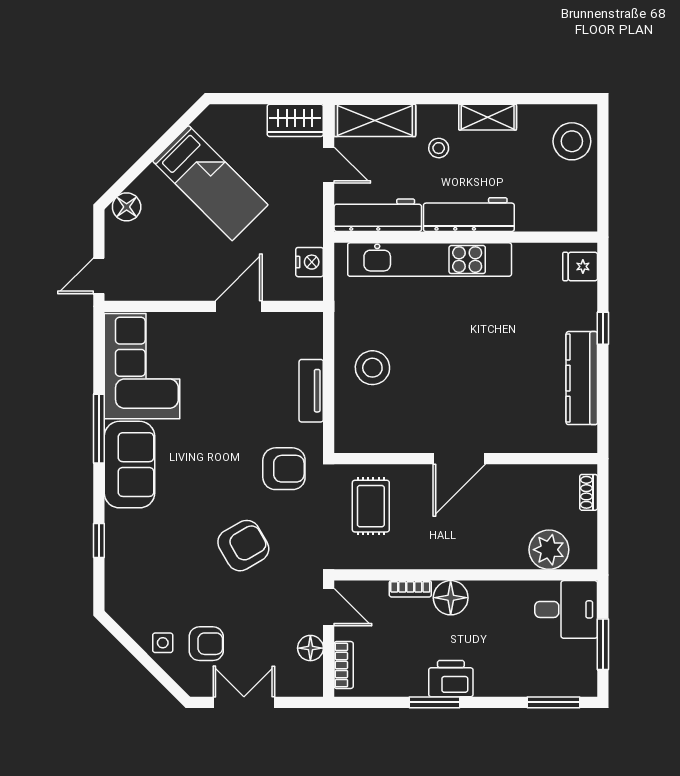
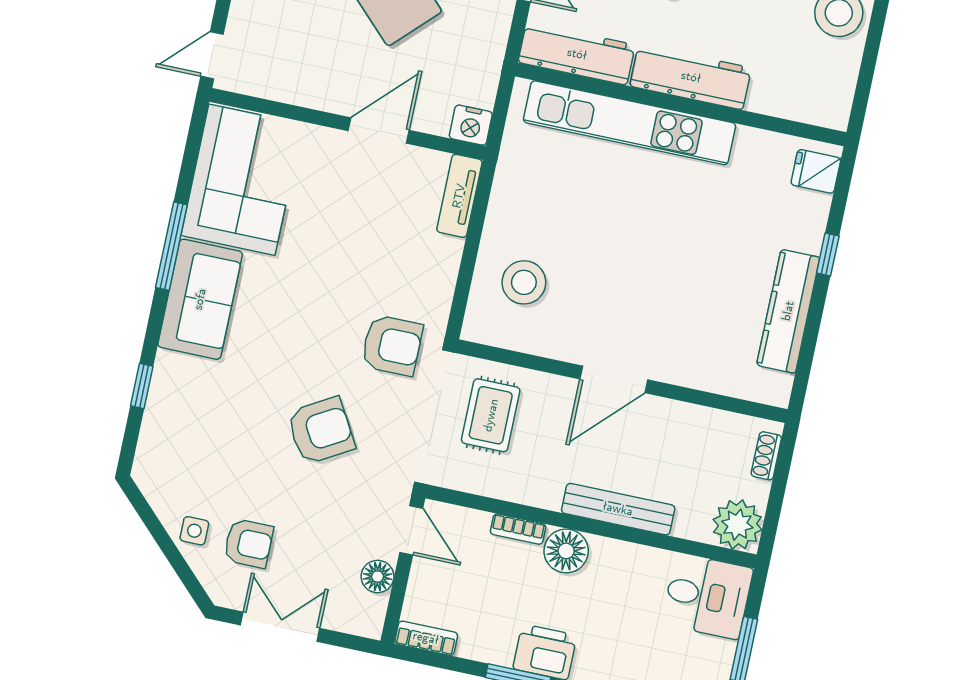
nightstand: (310, 262) -> (471, 125), moved, turned 90
stool: (372, 368) -> (524, 282), moved
tv unit: (311, 391) -> (459, 196), moved
plant: (549, 550) -> (737, 525), moved
bench: (484, 557) -> (618, 509), added
bookcase: (344, 665) -> (426, 638), moved, turned -90

